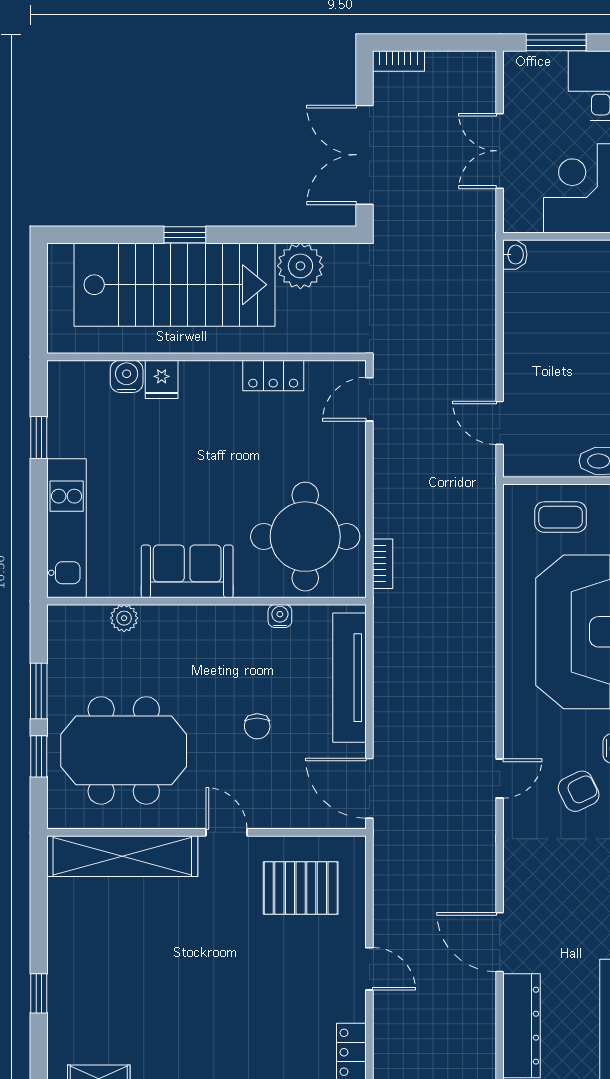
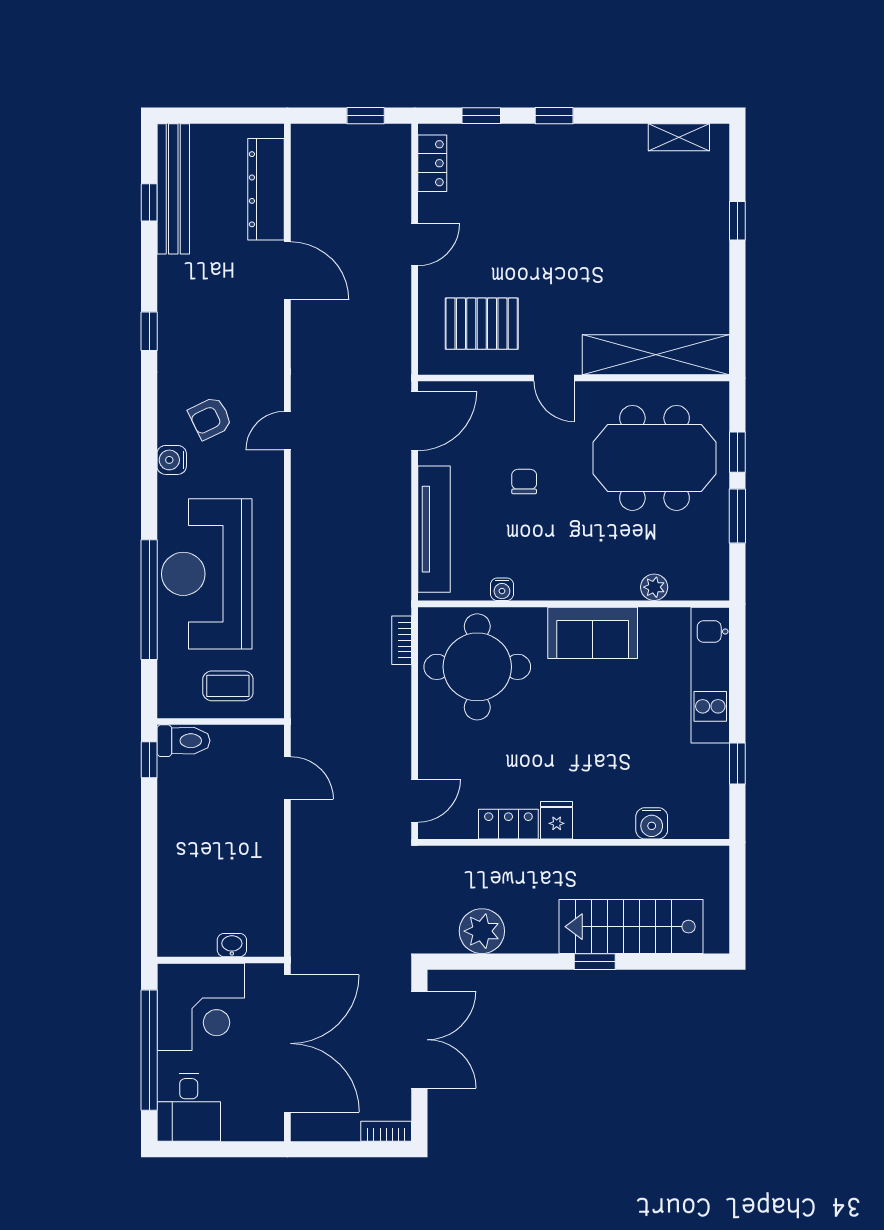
window: (556, 43) -> (232, 1149), removed
double door: (500, 151) -> (287, 1043), width x1.87
washbasin: (515, 255) -> (232, 945), moved, turned 90
stairs: (174, 285) -> (631, 927), width x0.73, depth x0.66
fridge: (162, 379) -> (557, 820), moved
door: (369, 788) -> (415, 421), hinge flipped
door: (369, 969) -> (415, 245), swing flipped

